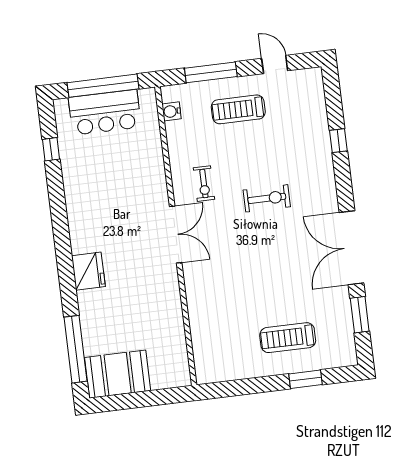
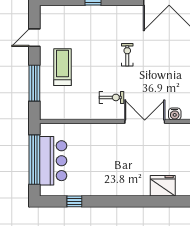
treadmill: (238, 109) -> (63, 67), turned 180
water cooler: (172, 111) -> (175, 114), moved
exercise bike: (267, 198) -> (127, 55), width x0.73, depth x0.72

